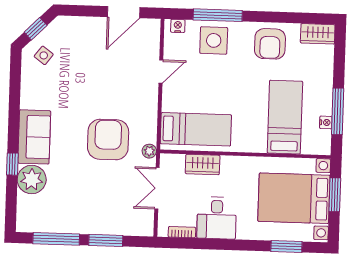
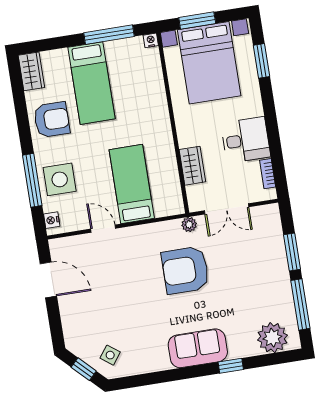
bed: (285, 117) -> (91, 83), moved, turned -90
nightstand: (326, 122) -> (151, 40), moved
bed: (196, 129) -> (132, 184), moved
plant: (32, 179) -> (272, 338), moved

